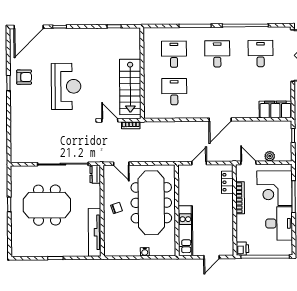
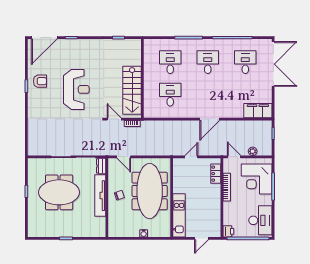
desk: (279, 223) -> (260, 220), moved
tv unit: (95, 232) -> (100, 196), moved

